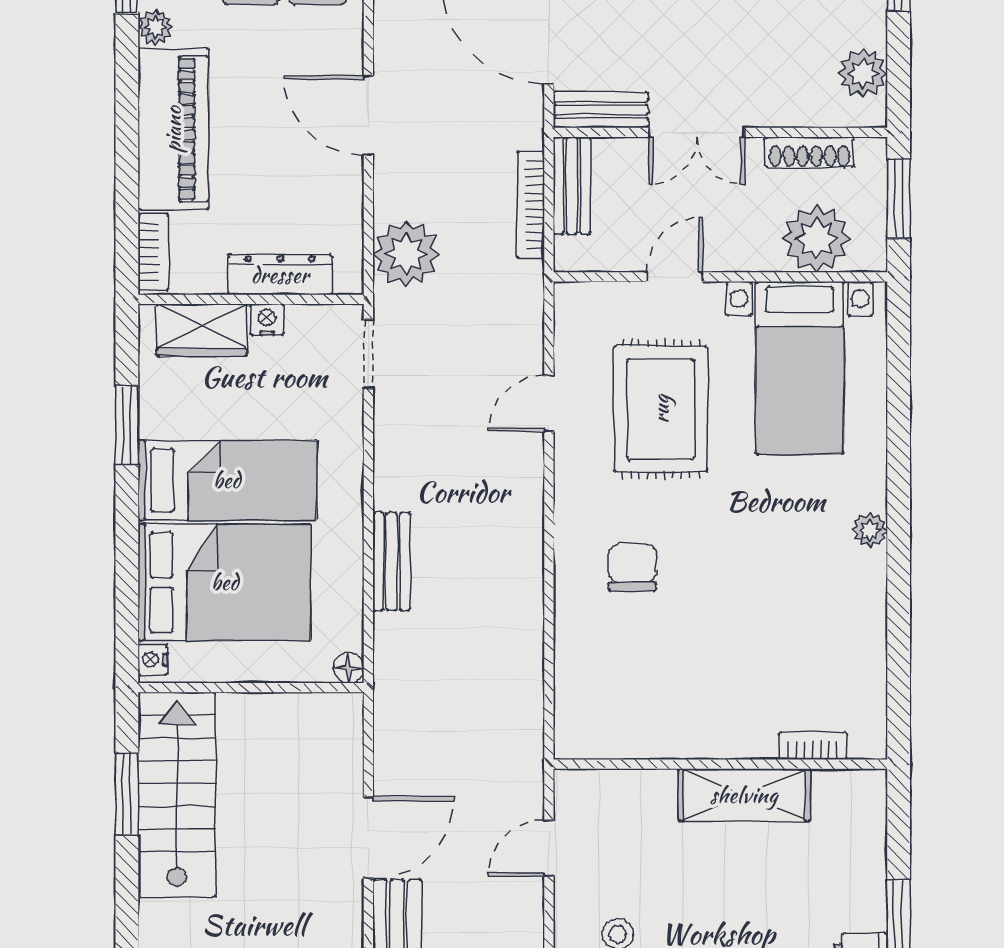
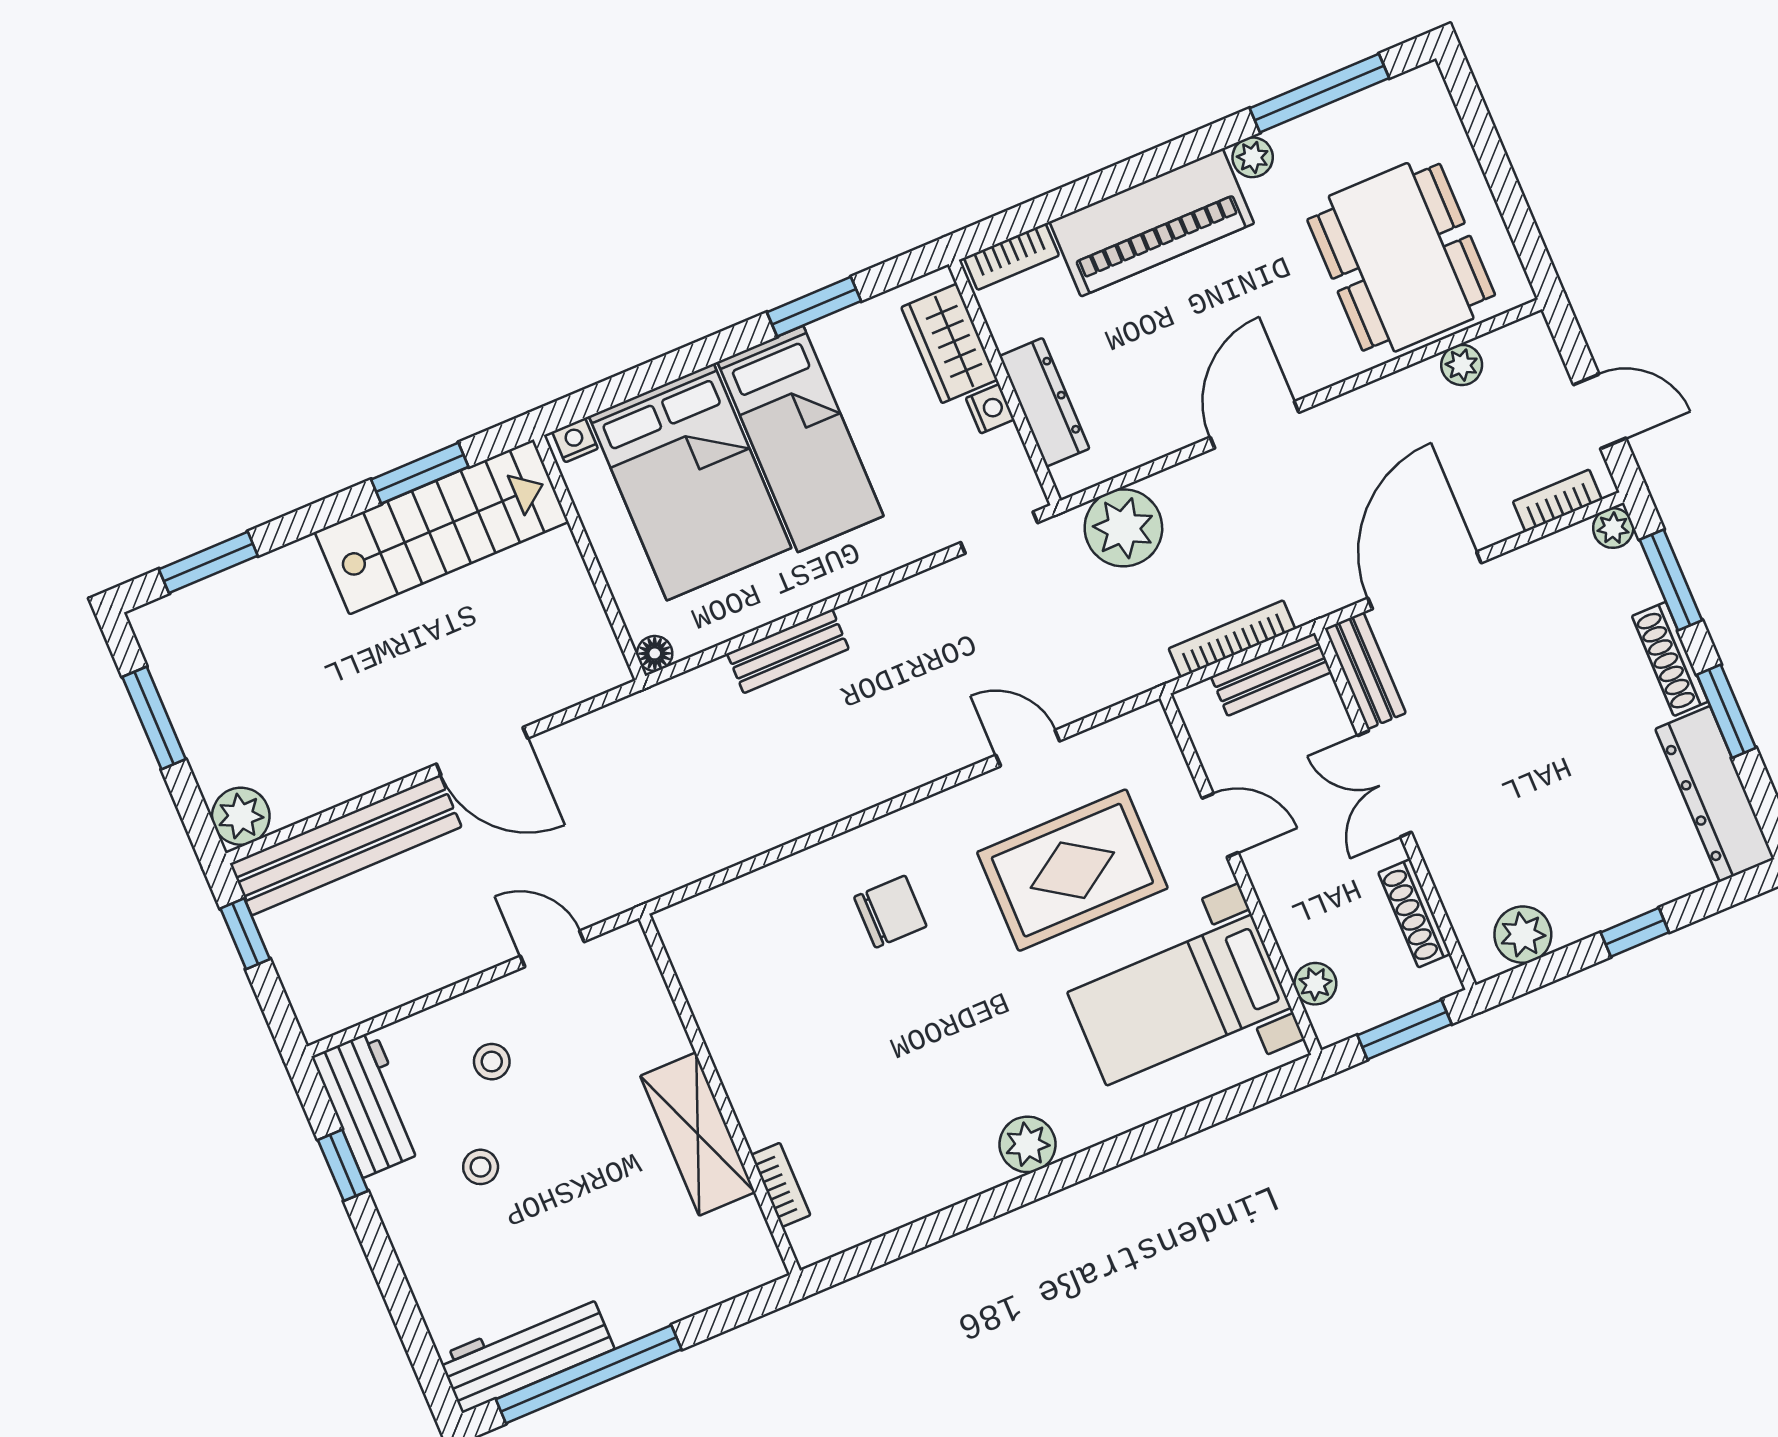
plant: (817, 239) -> (1315, 984), width x0.53, depth x0.53
plant: (870, 530) -> (1027, 1144), width x1.38, depth x1.38

